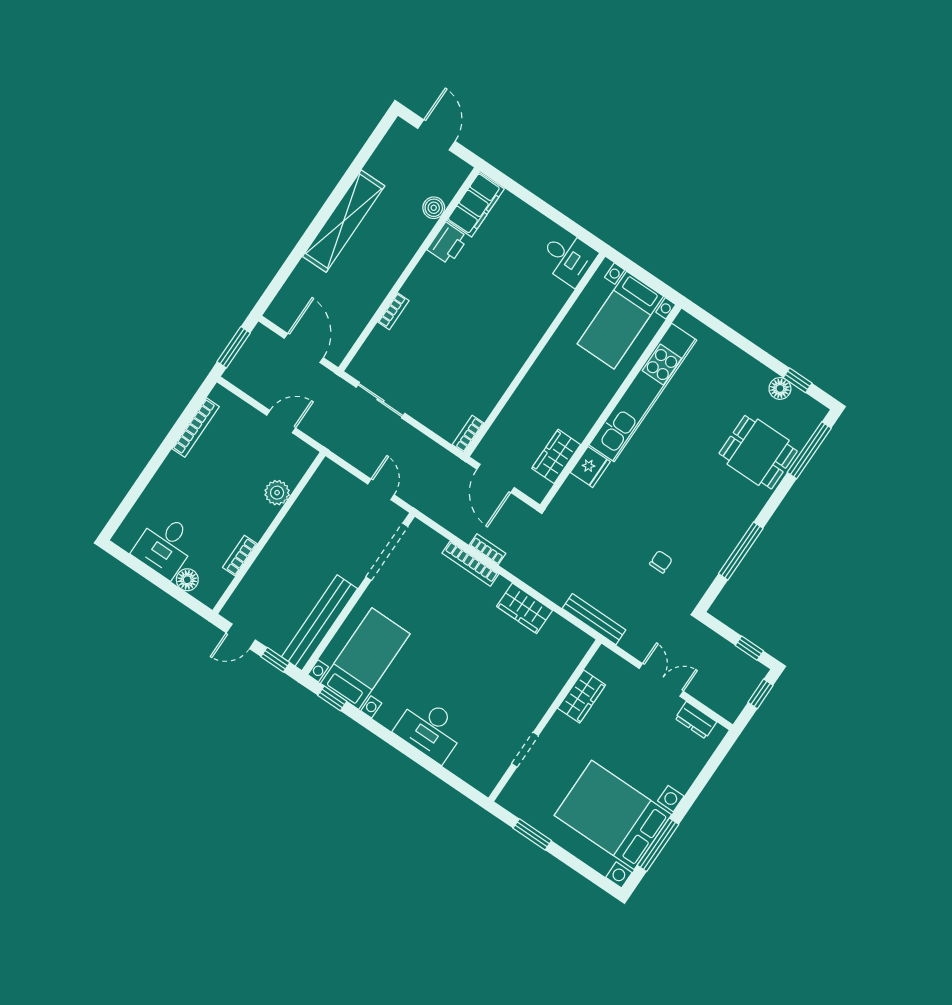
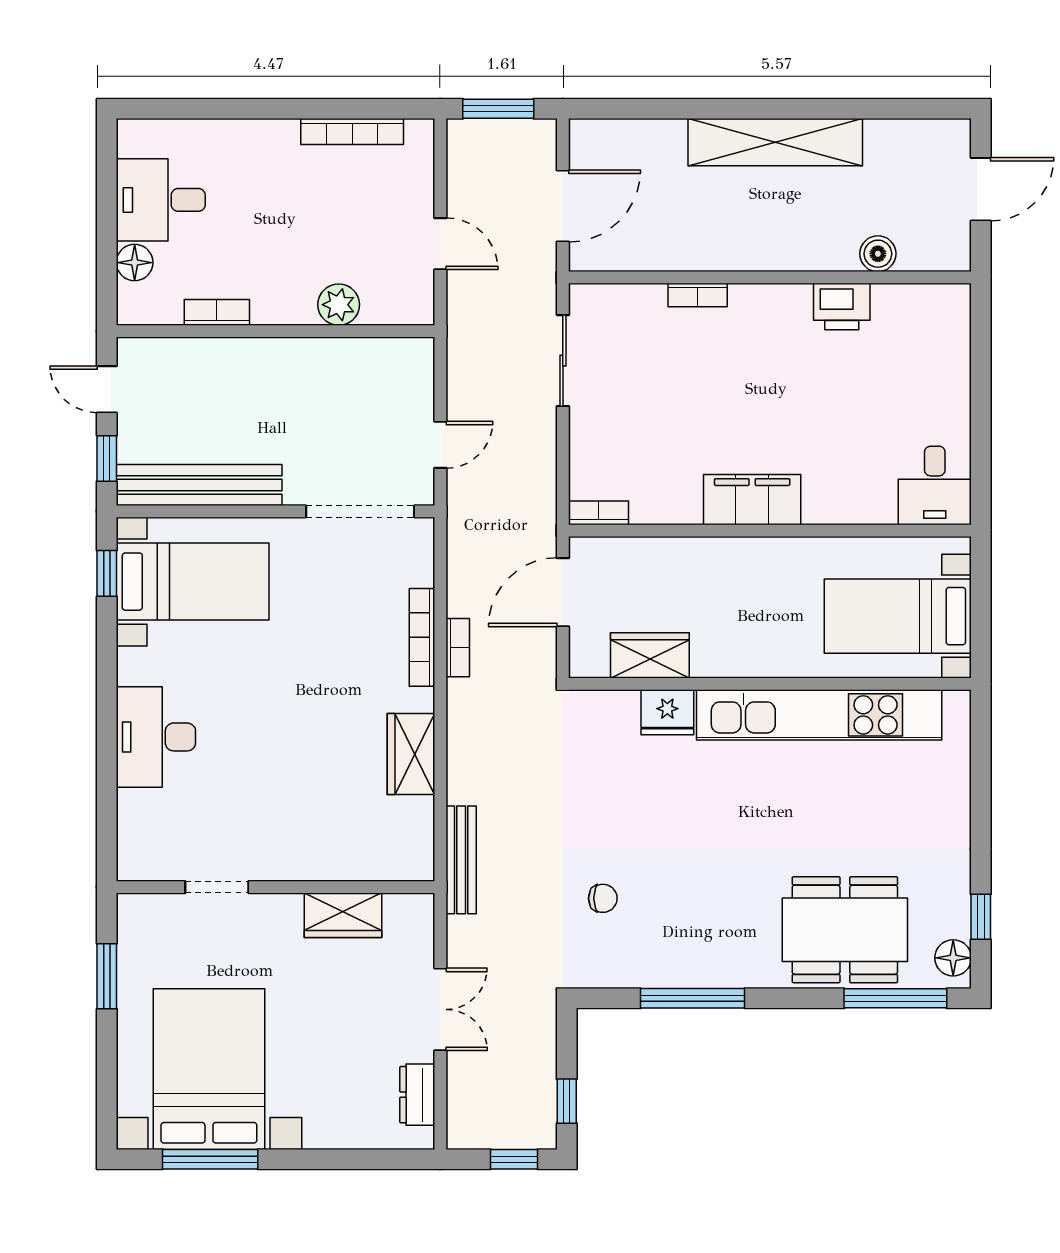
filing cabinet: (476, 205) -> (752, 500), moved, turned 180
floor lamp: (780, 388) -> (953, 958), moved
dining table: (758, 452) -> (845, 930), width x1.38

